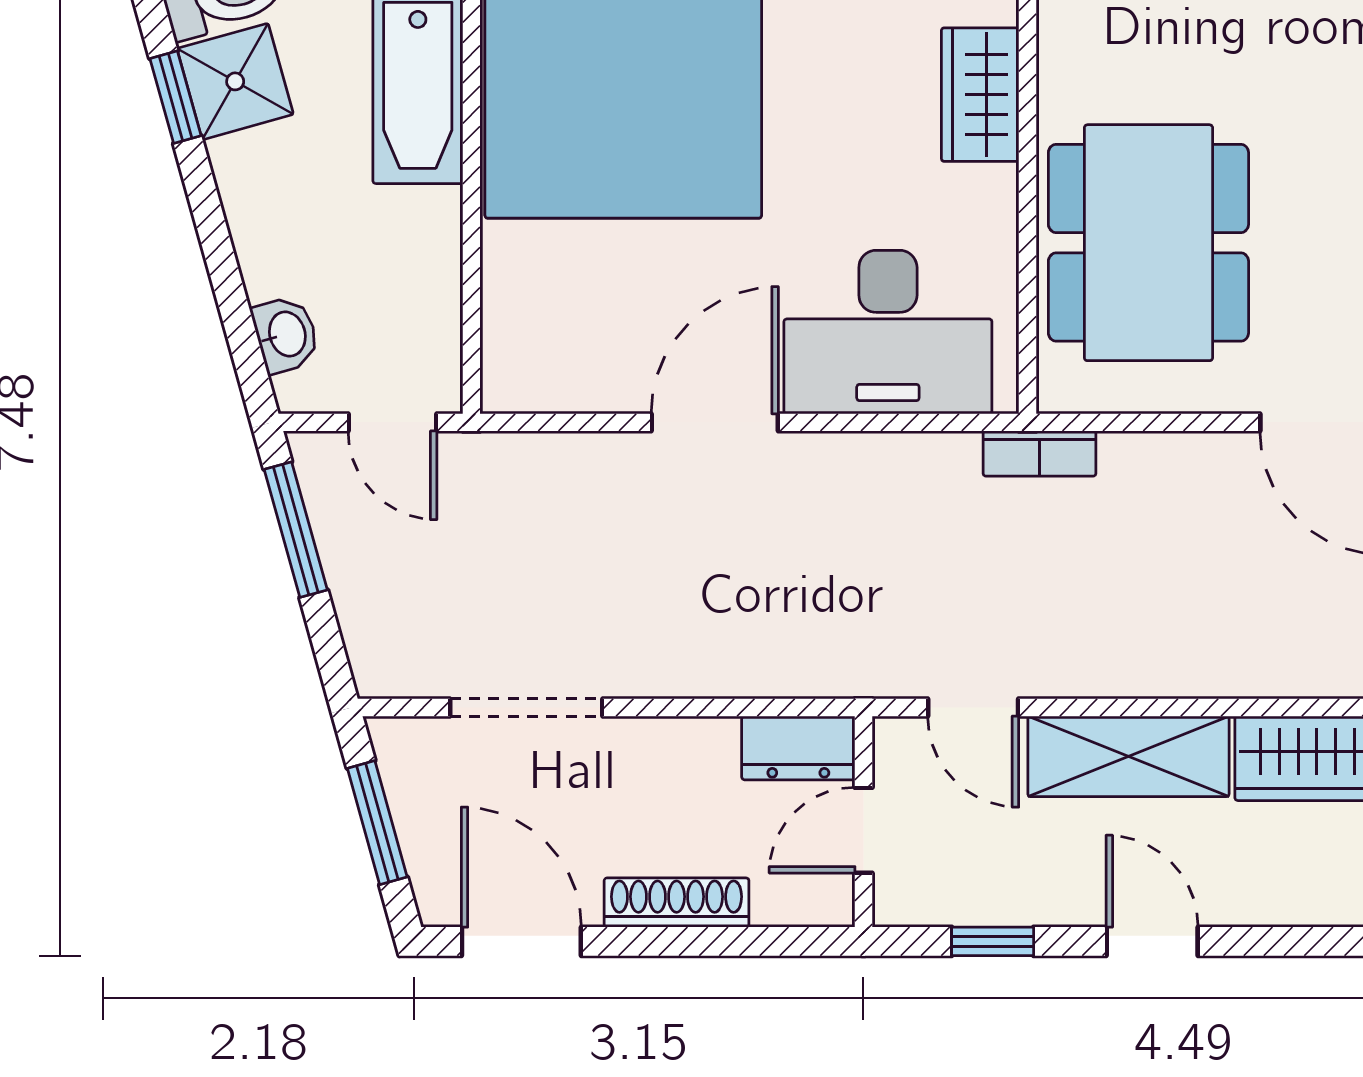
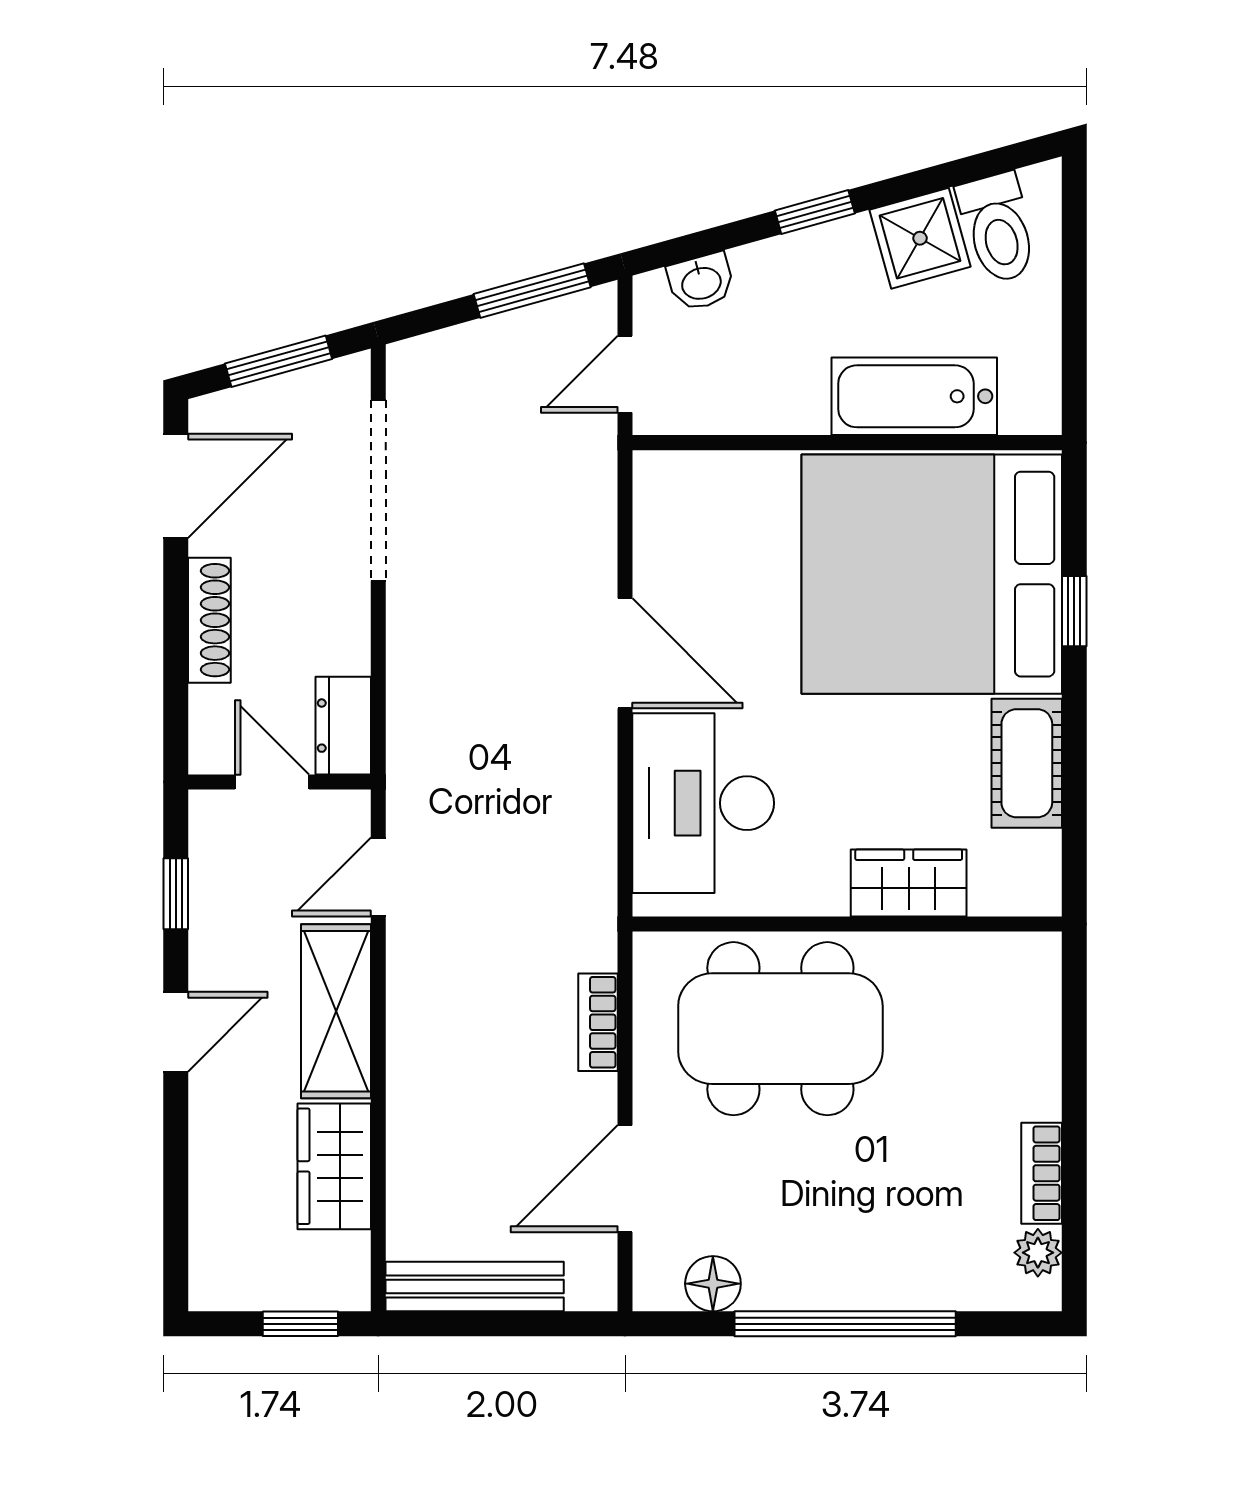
window: (175, 97) -> (815, 212), moved
bookcase: (1039, 453) -> (598, 1022), moved
doorway: (526, 708) -> (378, 490), width x1.36

